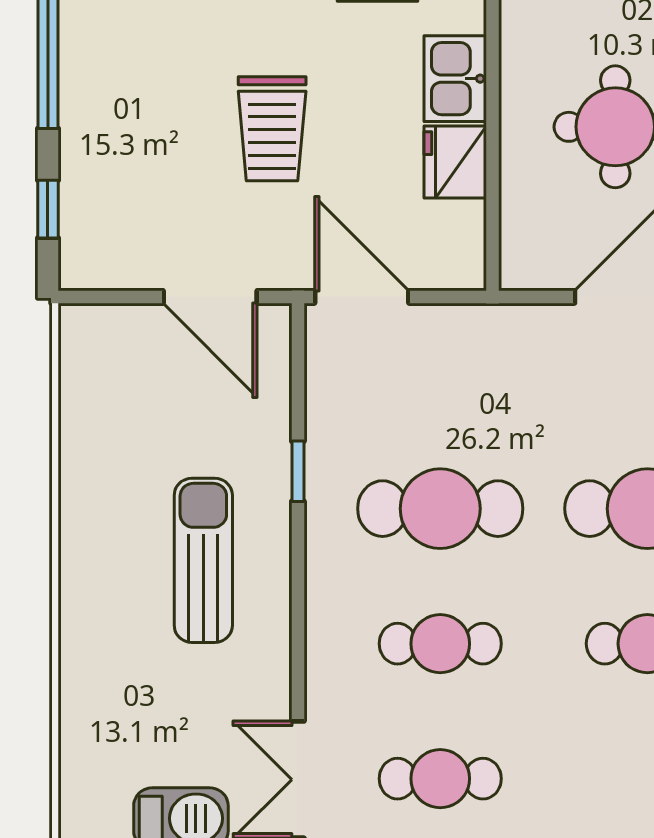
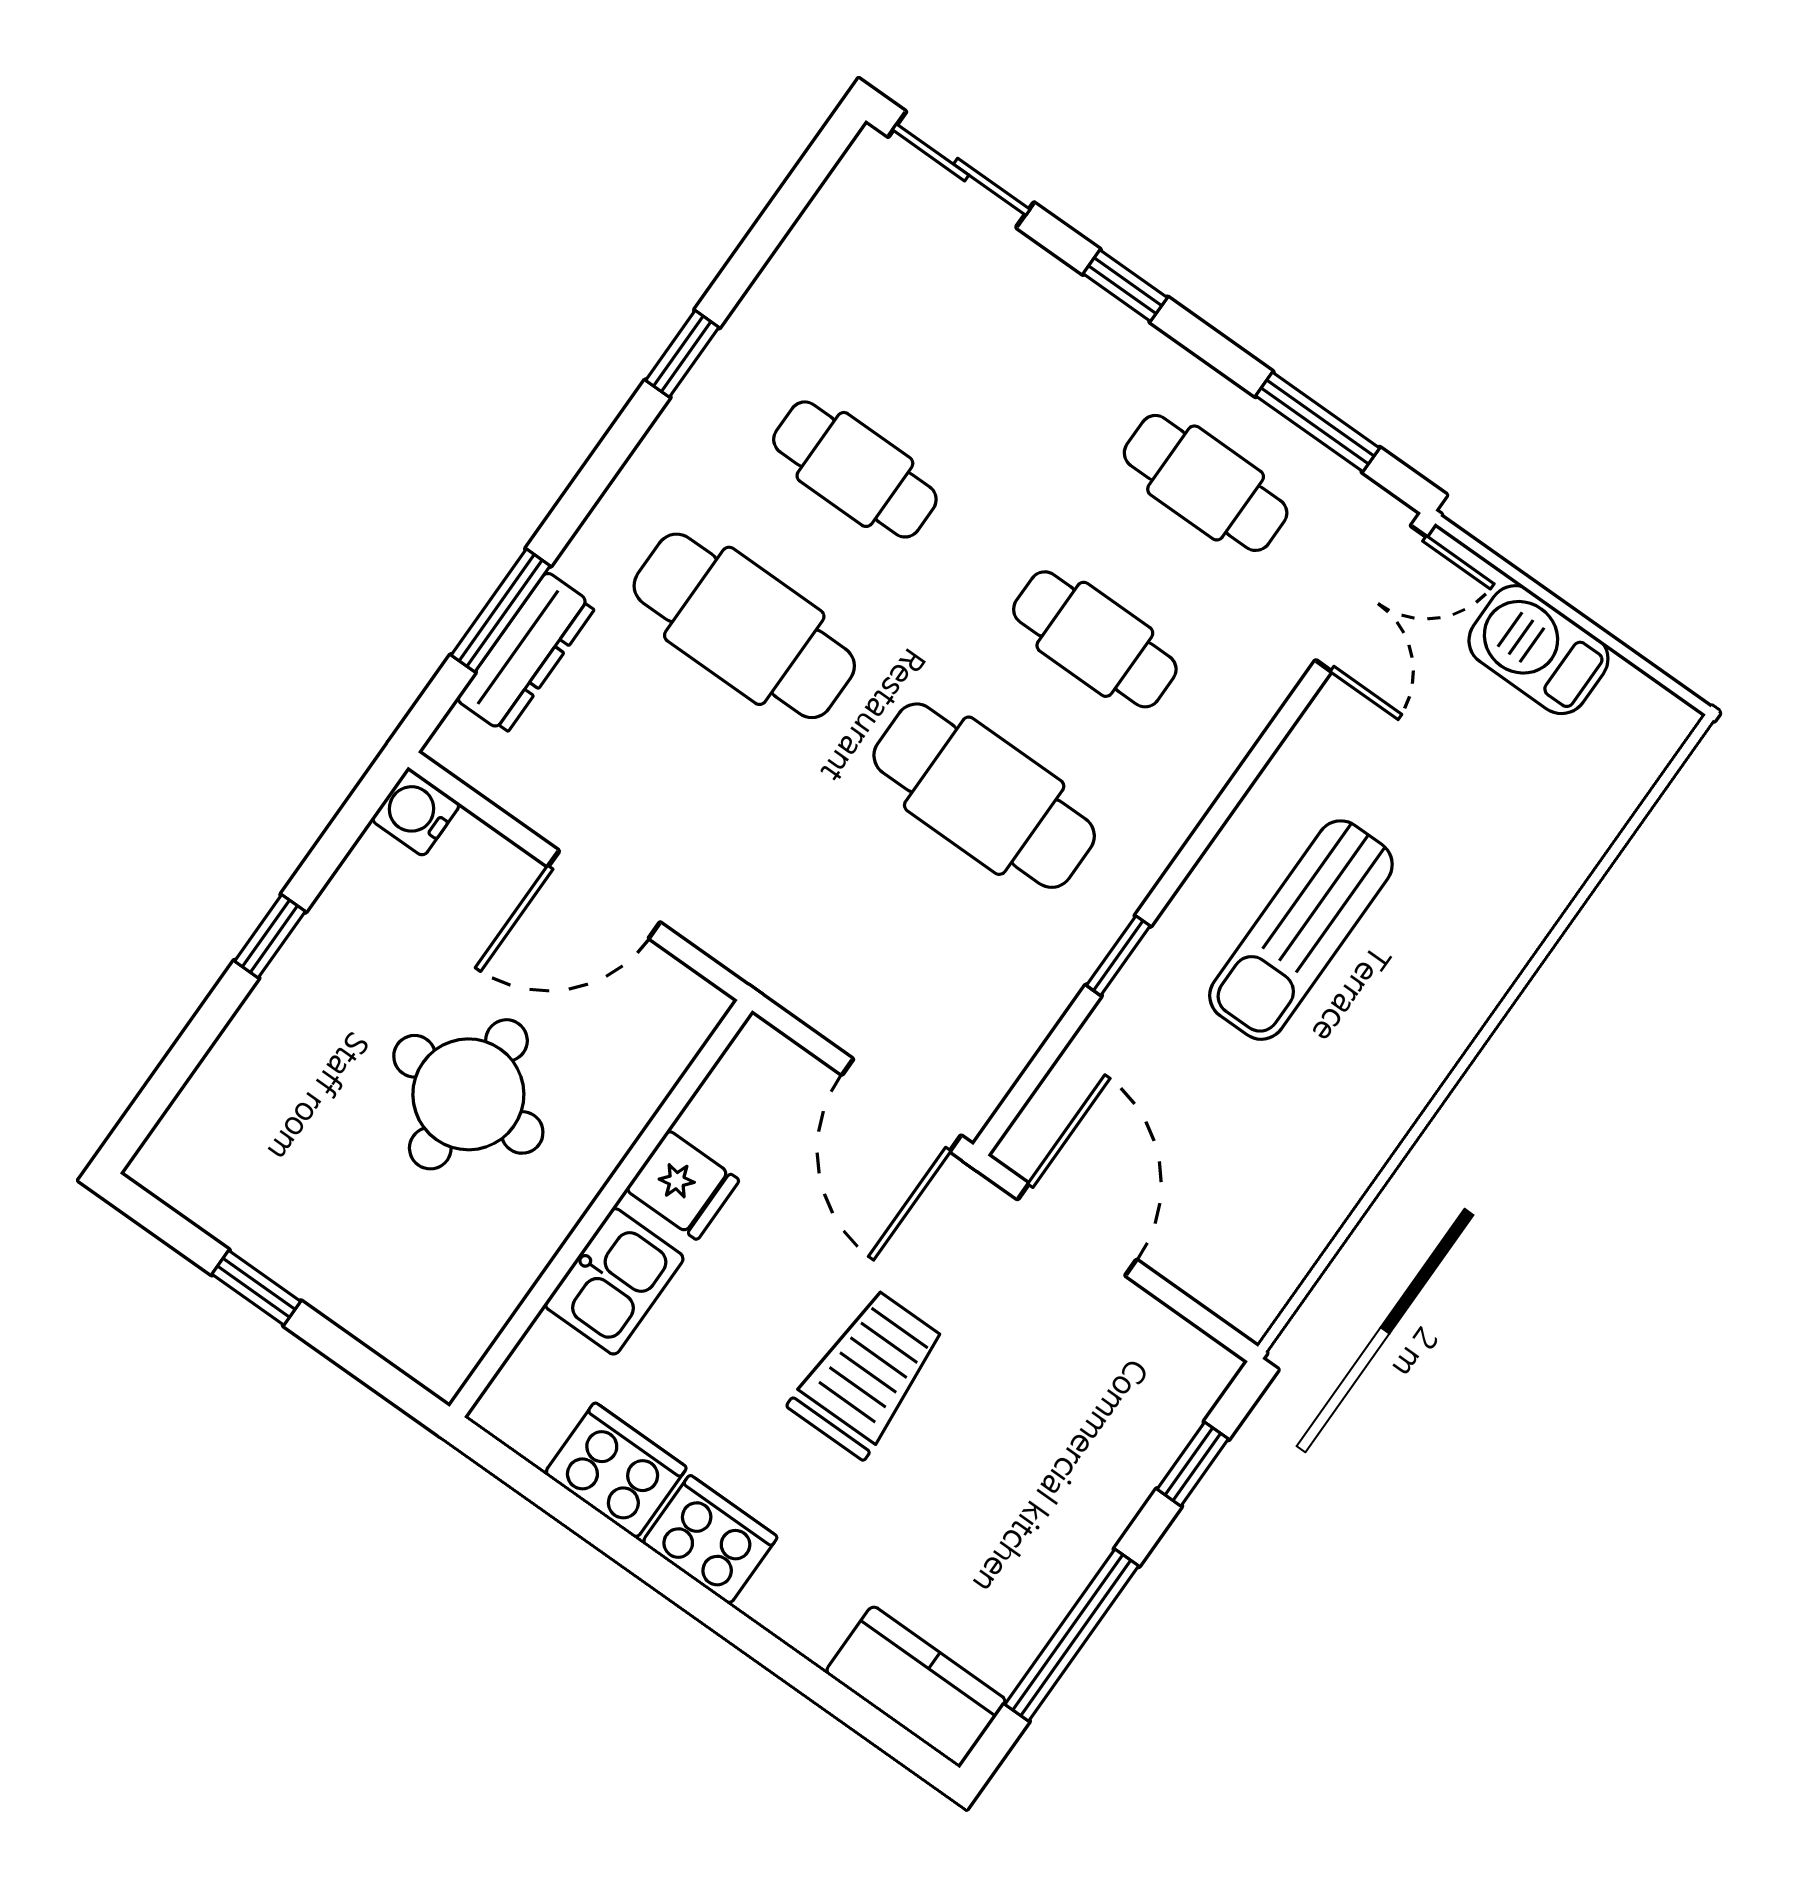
fridge: (455, 162) -> (682, 1185), width x0.72

